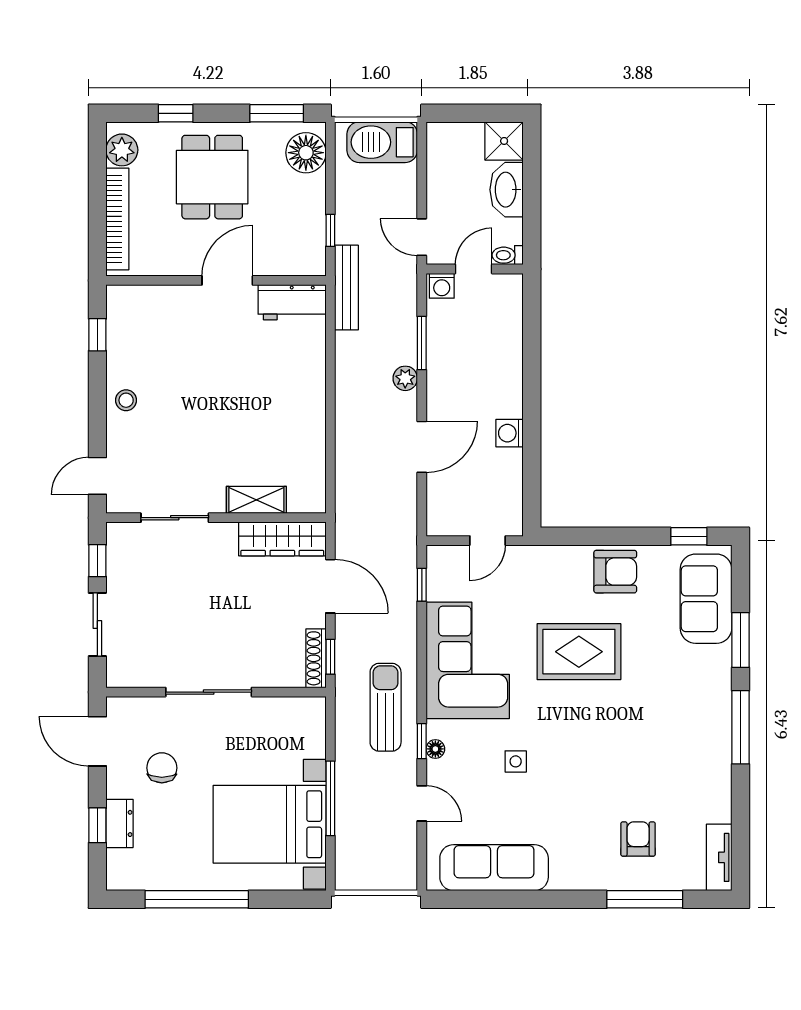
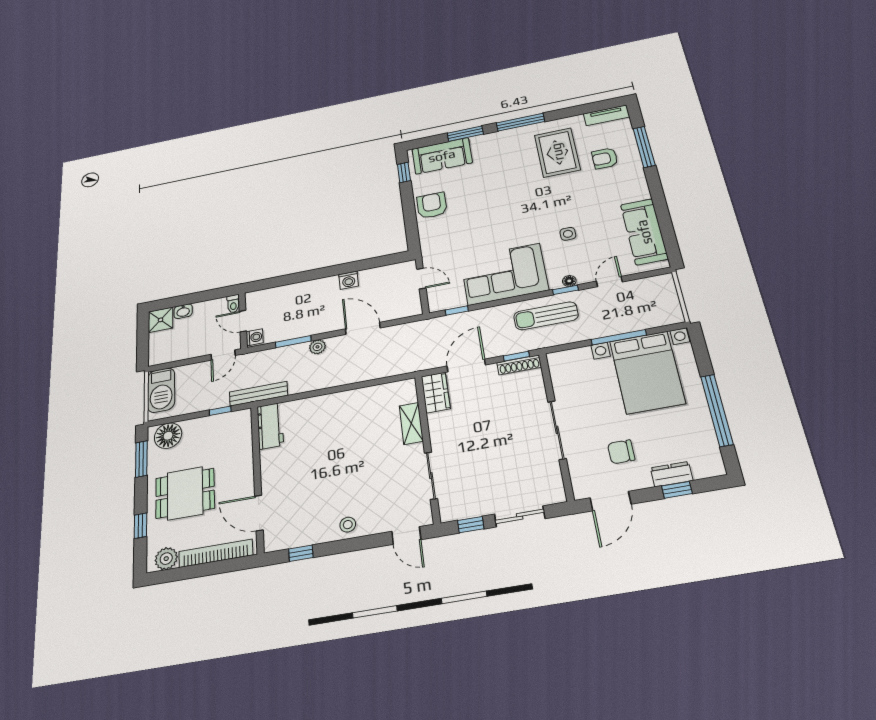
washbasin: (507, 190) -> (183, 311), width x0.52, depth x0.69
door: (227, 280) -> (259, 513), moved
wardrobe: (282, 539) -> (436, 393), width x0.67
rug: (579, 652) -> (557, 152), moved

